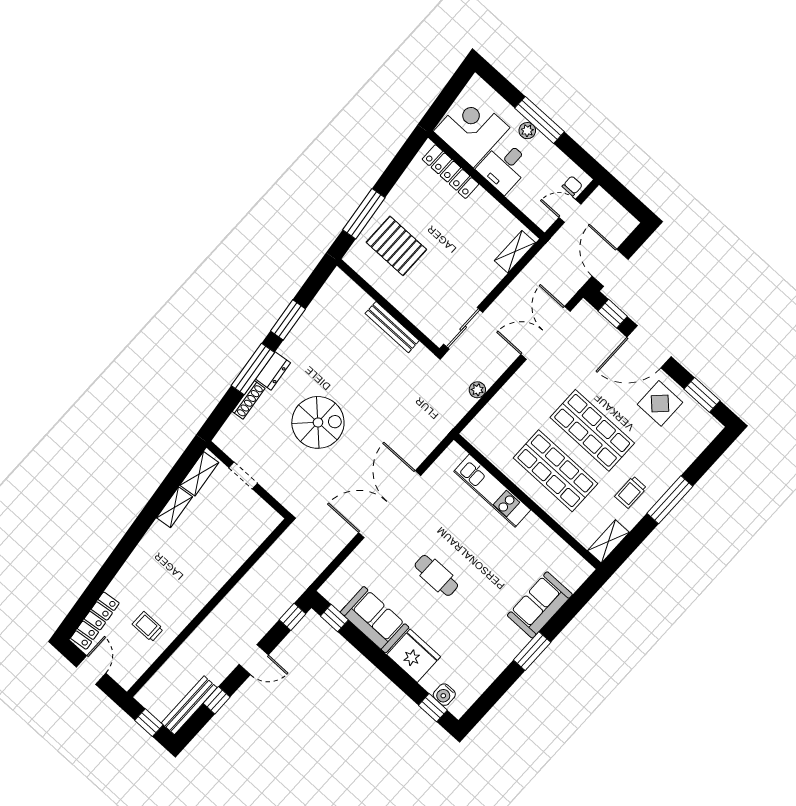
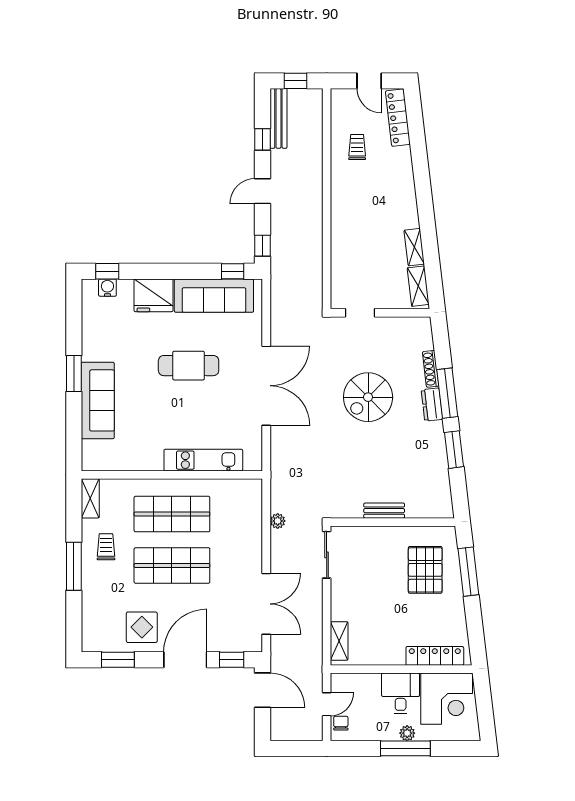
chair: (572, 186) -> (341, 723), turned 180
pallet: (396, 246) -> (425, 570), turned 90
bench: (392, 327) -> (384, 511), width x0.73
doorway: (243, 475) -> (360, 313), moved
cafe table: (436, 575) -> (189, 366), width x1.37, depth x1.35
sofa: (540, 605) -> (98, 400), width x1.36
sofa: (375, 620) -> (214, 296), width x1.36
trolley: (148, 627) -> (357, 147), turned -90

